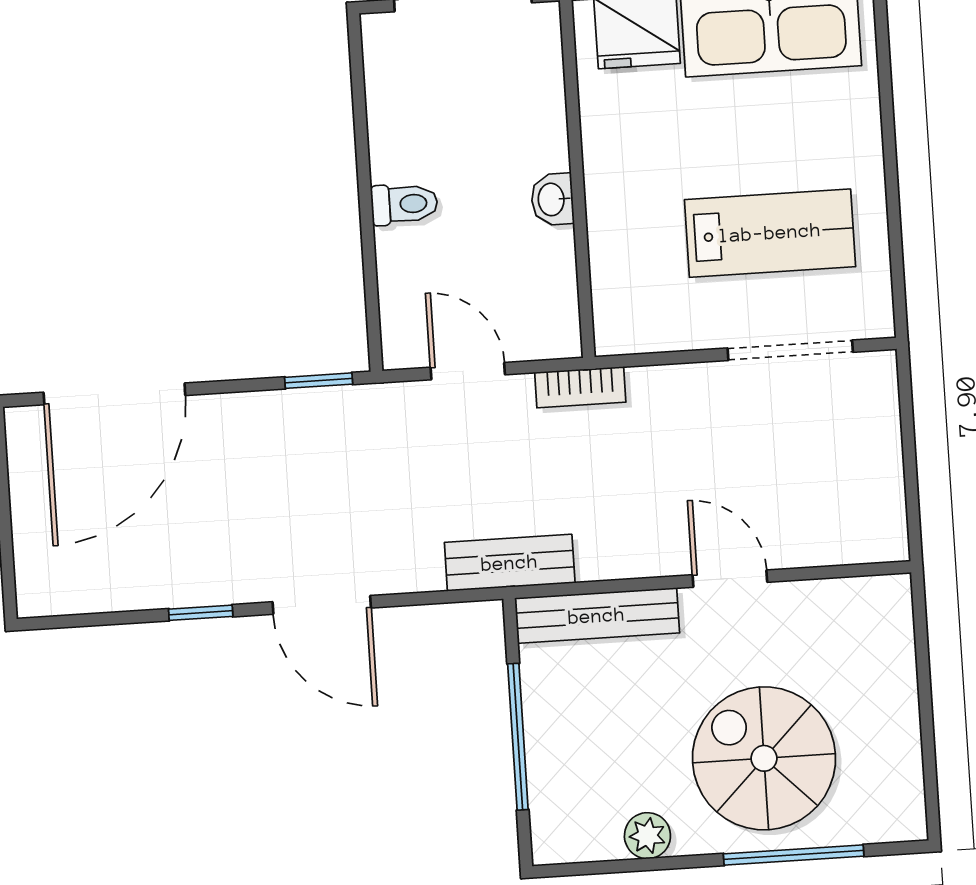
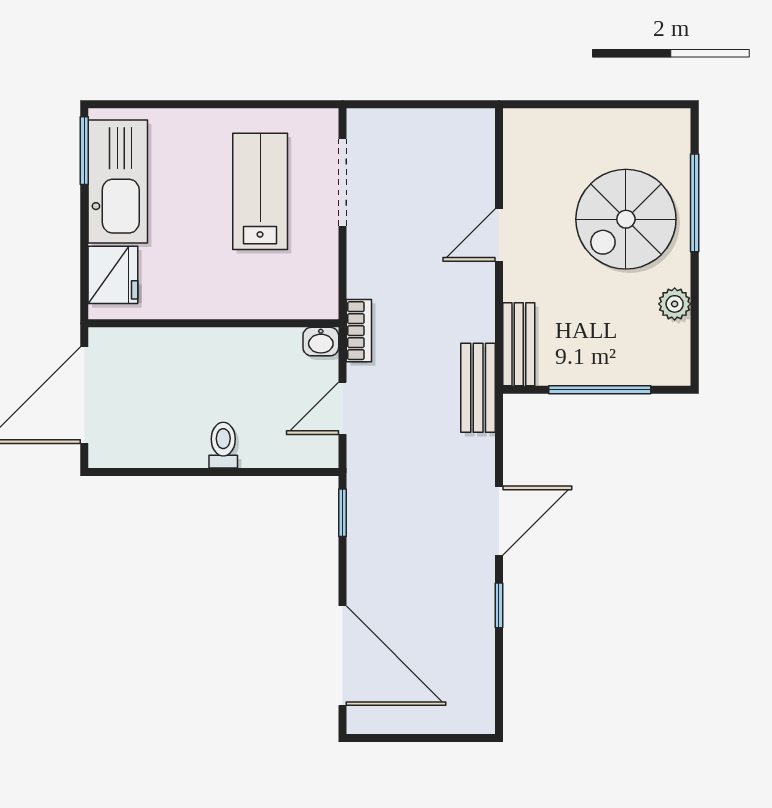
washbasin: (552, 199) -> (321, 342), moved
bench: (597, 616) -> (519, 344), width x0.73

